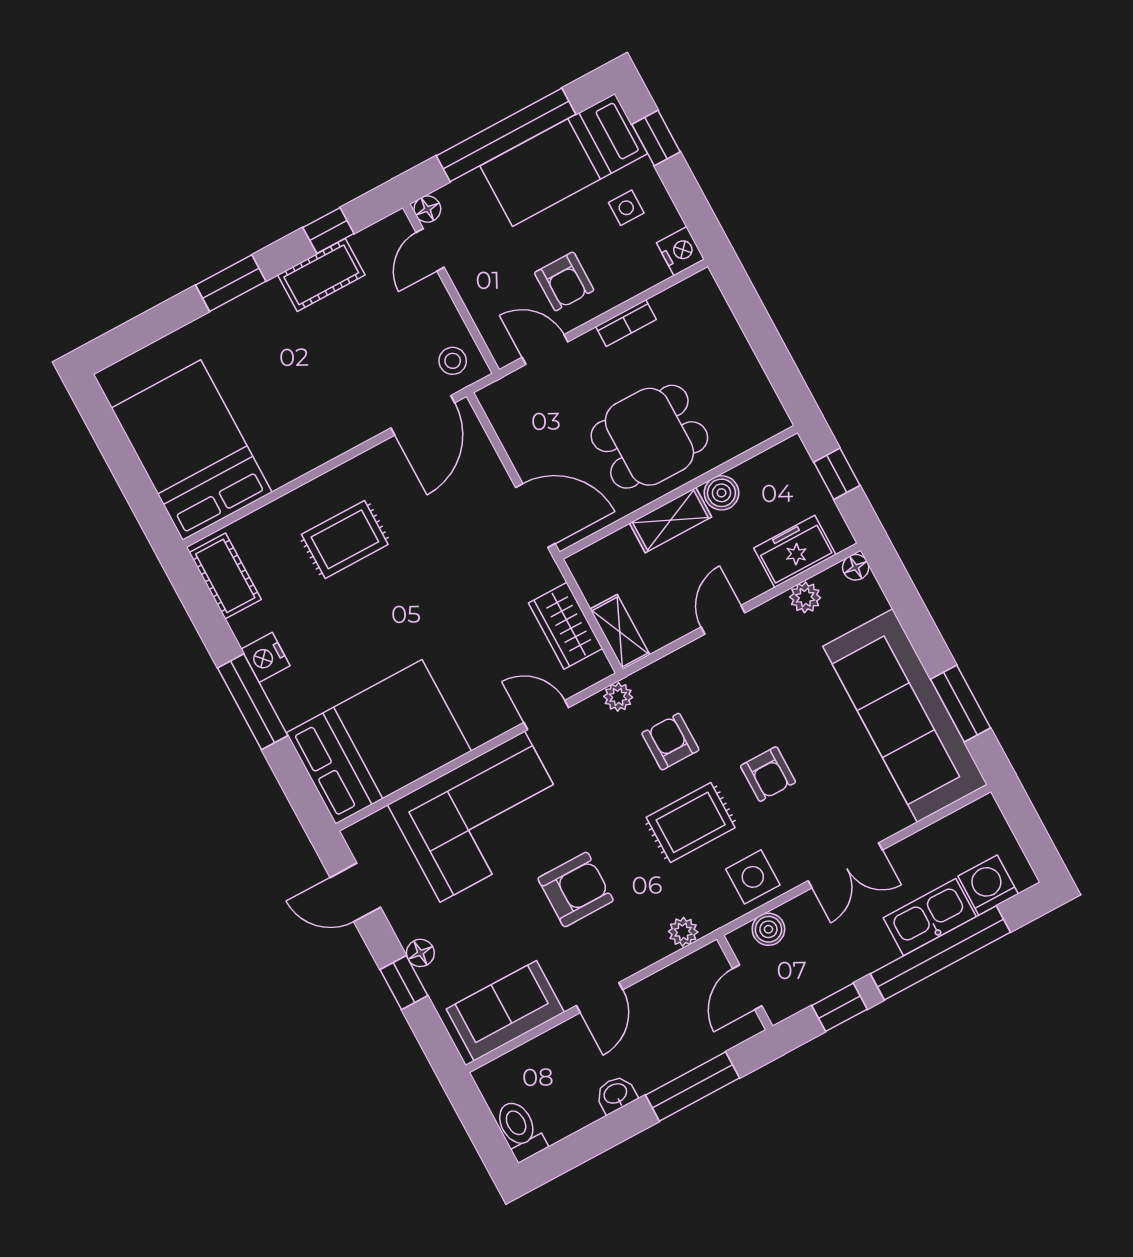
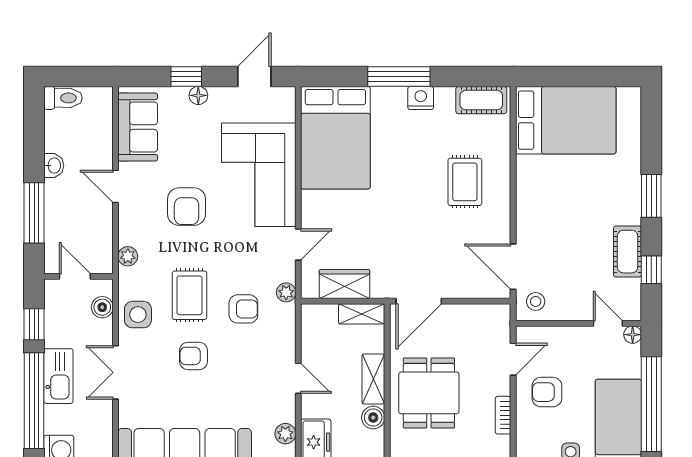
shelving: (620, 632) -> (362, 314), moved
kitchen sink: (930, 917) -> (58, 376), moved

